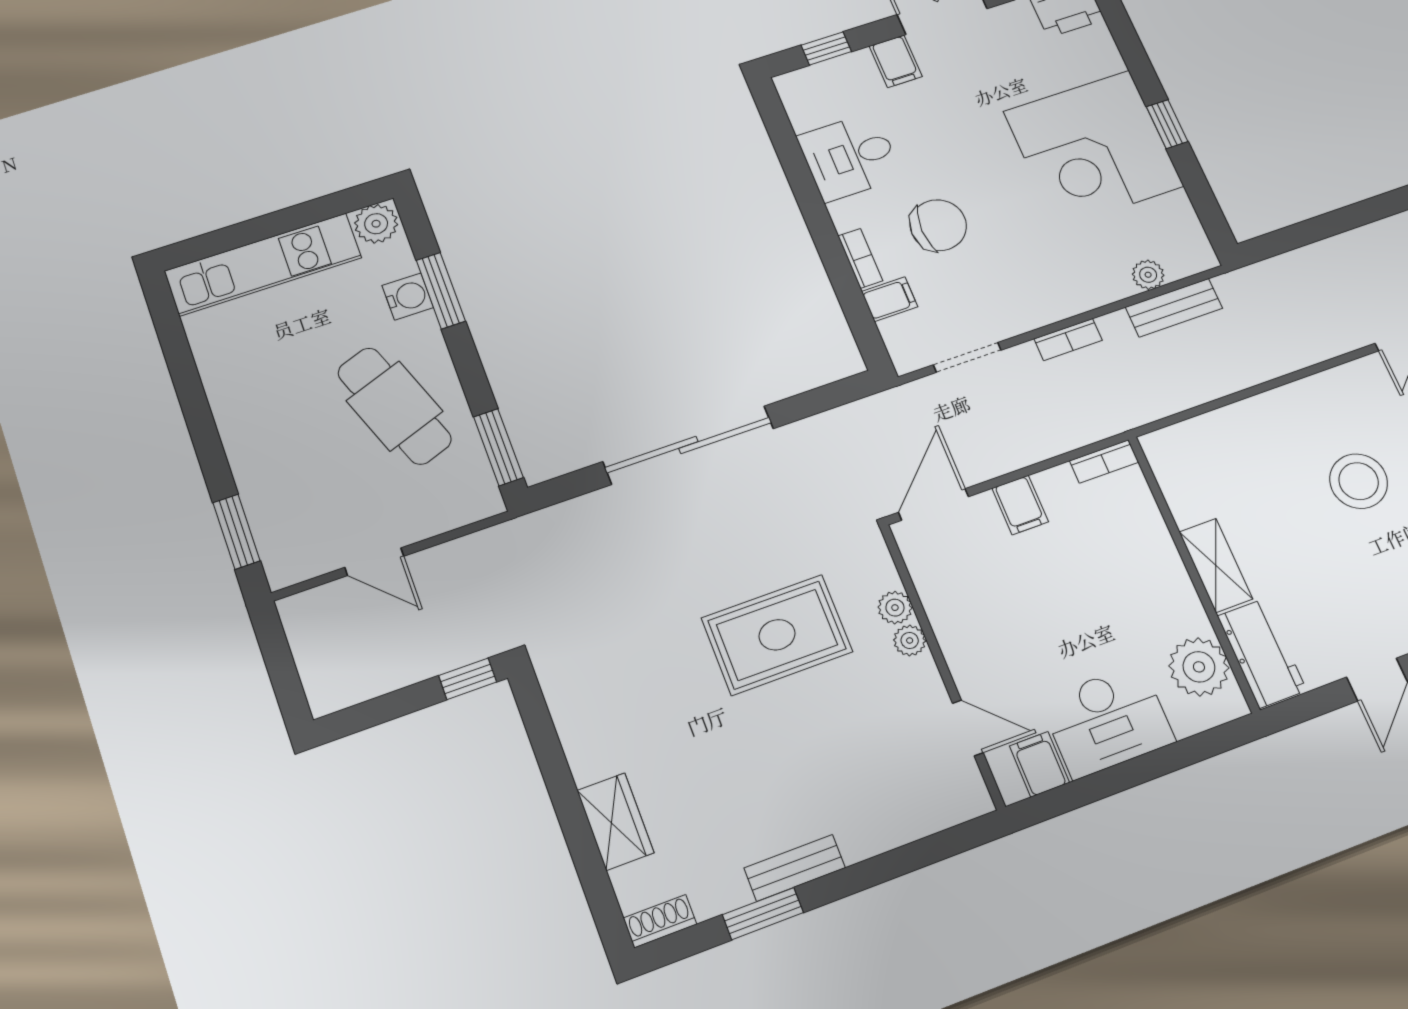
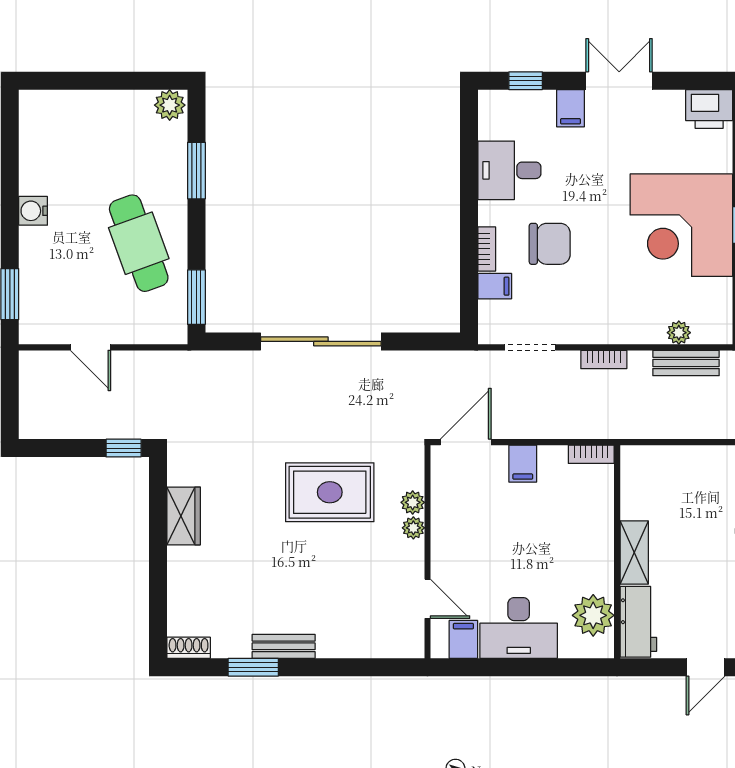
kitchen unit: (263, 264) -> (85, 108), removed
water cooler: (408, 296) -> (33, 211), moved, turned 180
wardrobe: (615, 822) -> (184, 516), moved

